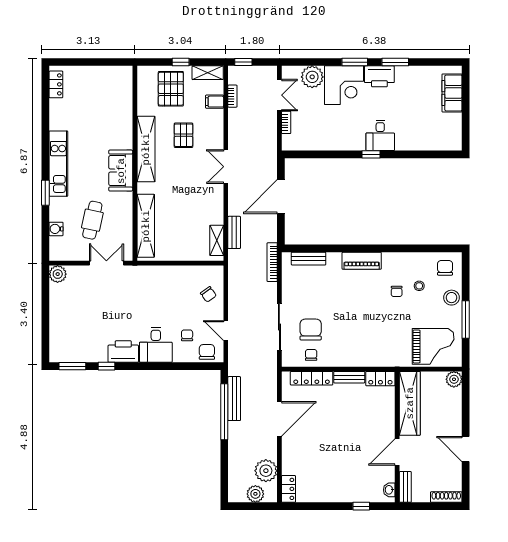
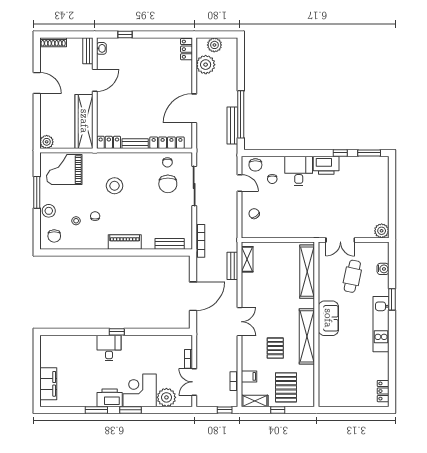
stool: (374, 327) -> (115, 186), added

